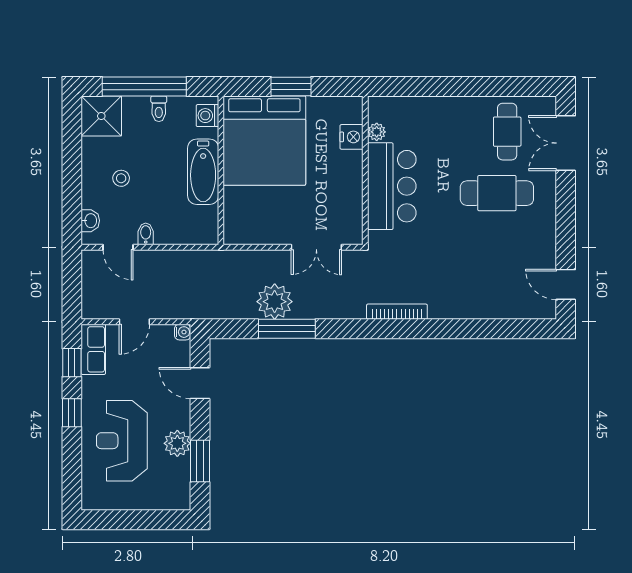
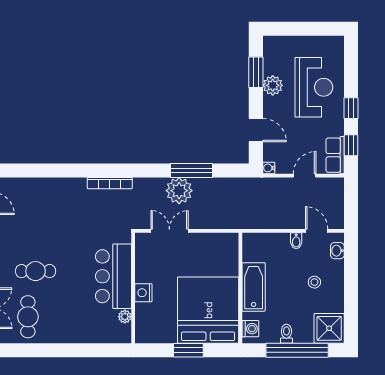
nightstand: (352, 137) -> (143, 293), moved
cafe table: (497, 193) -> (36, 271), width x0.73, depth x0.74
plant: (275, 302) -> (179, 191), moved

